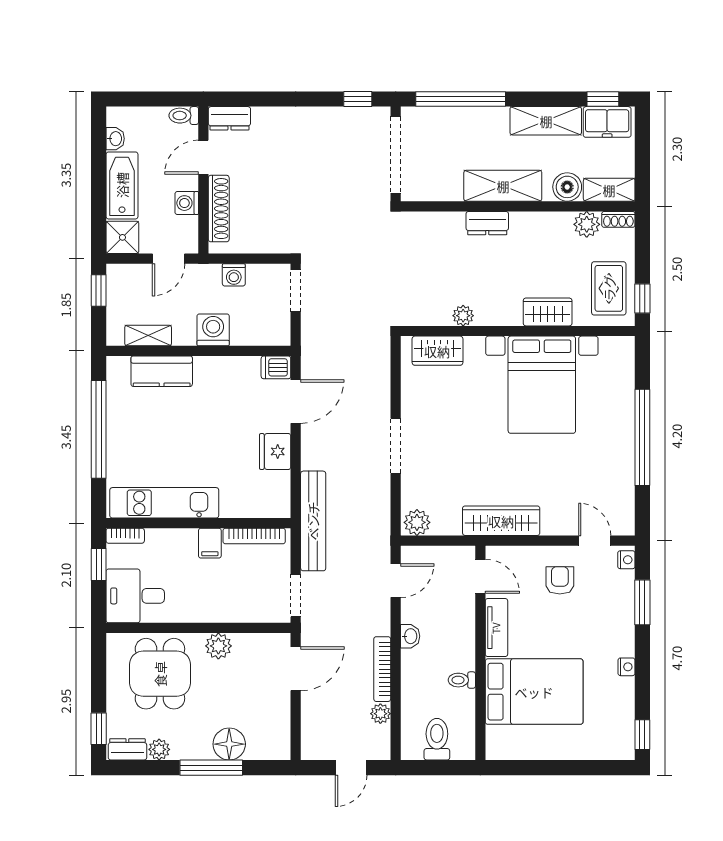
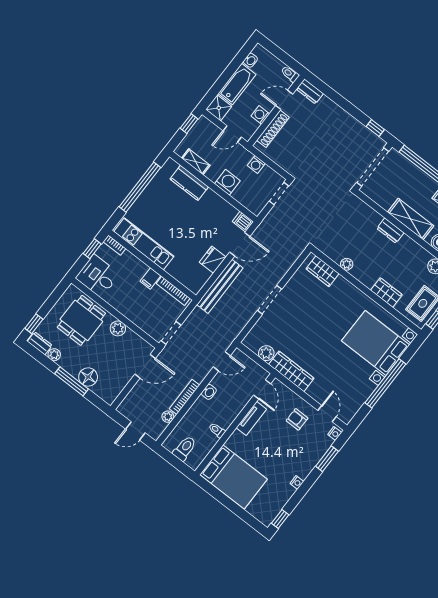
bed with nightstands: (542, 385) -> (376, 343), moved, turned 90
bench: (313, 521) -> (220, 286), moved
plant: (417, 522) -> (266, 353), moved
armchair: (560, 580) -> (297, 419), turned -90
bed: (534, 692) -> (234, 477), moved

